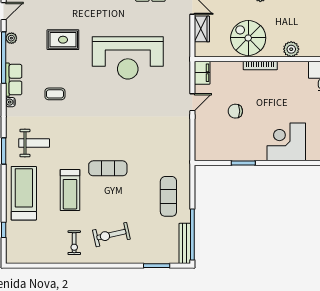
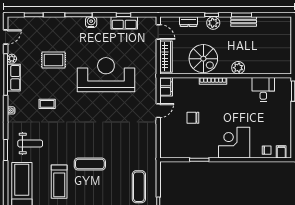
wardrobe: (202, 29) -> (166, 57), width x1.50
spiral stairs: (248, 38) -> (203, 59), turned 180
reception desk: (128, 58) -> (106, 75), turned 180
row of seats: (14, 80) -> (14, 78), moved

